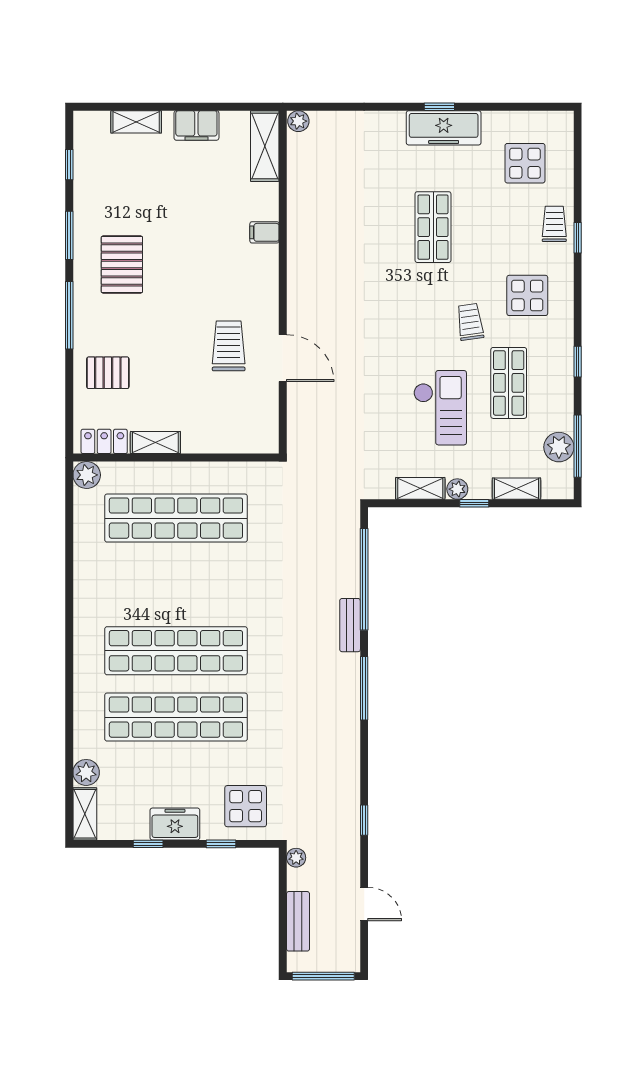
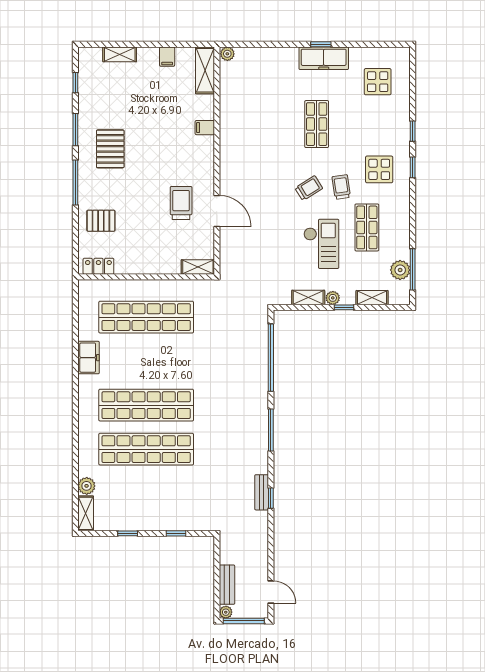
filing cabinet: (196, 125) -> (167, 57), width x0.50
trolley: (554, 224) -> (309, 188), moved, turned 58
window: (578, 362) -> (413, 167), moved
shelving: (155, 442) -> (198, 267), moved
plant: (87, 475) -> (87, 289), removed
bench: (350, 625) -> (262, 492), moved
display table: (246, 806) -> (192, 508), removed
window: (364, 820) -> (271, 498), moved
freezer: (175, 824) -> (89, 358), moved, turned 90
plant: (296, 858) -> (226, 612), moved
door: (364, 904) -> (271, 592), moved

